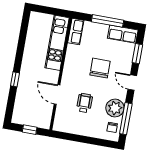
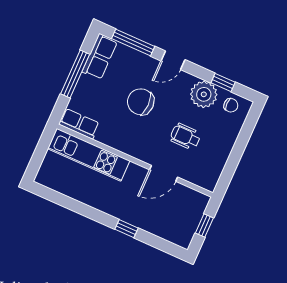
window: (137, 54) -> (133, 42), width x1.44
window: (126, 119) -> (223, 83), width x0.46

